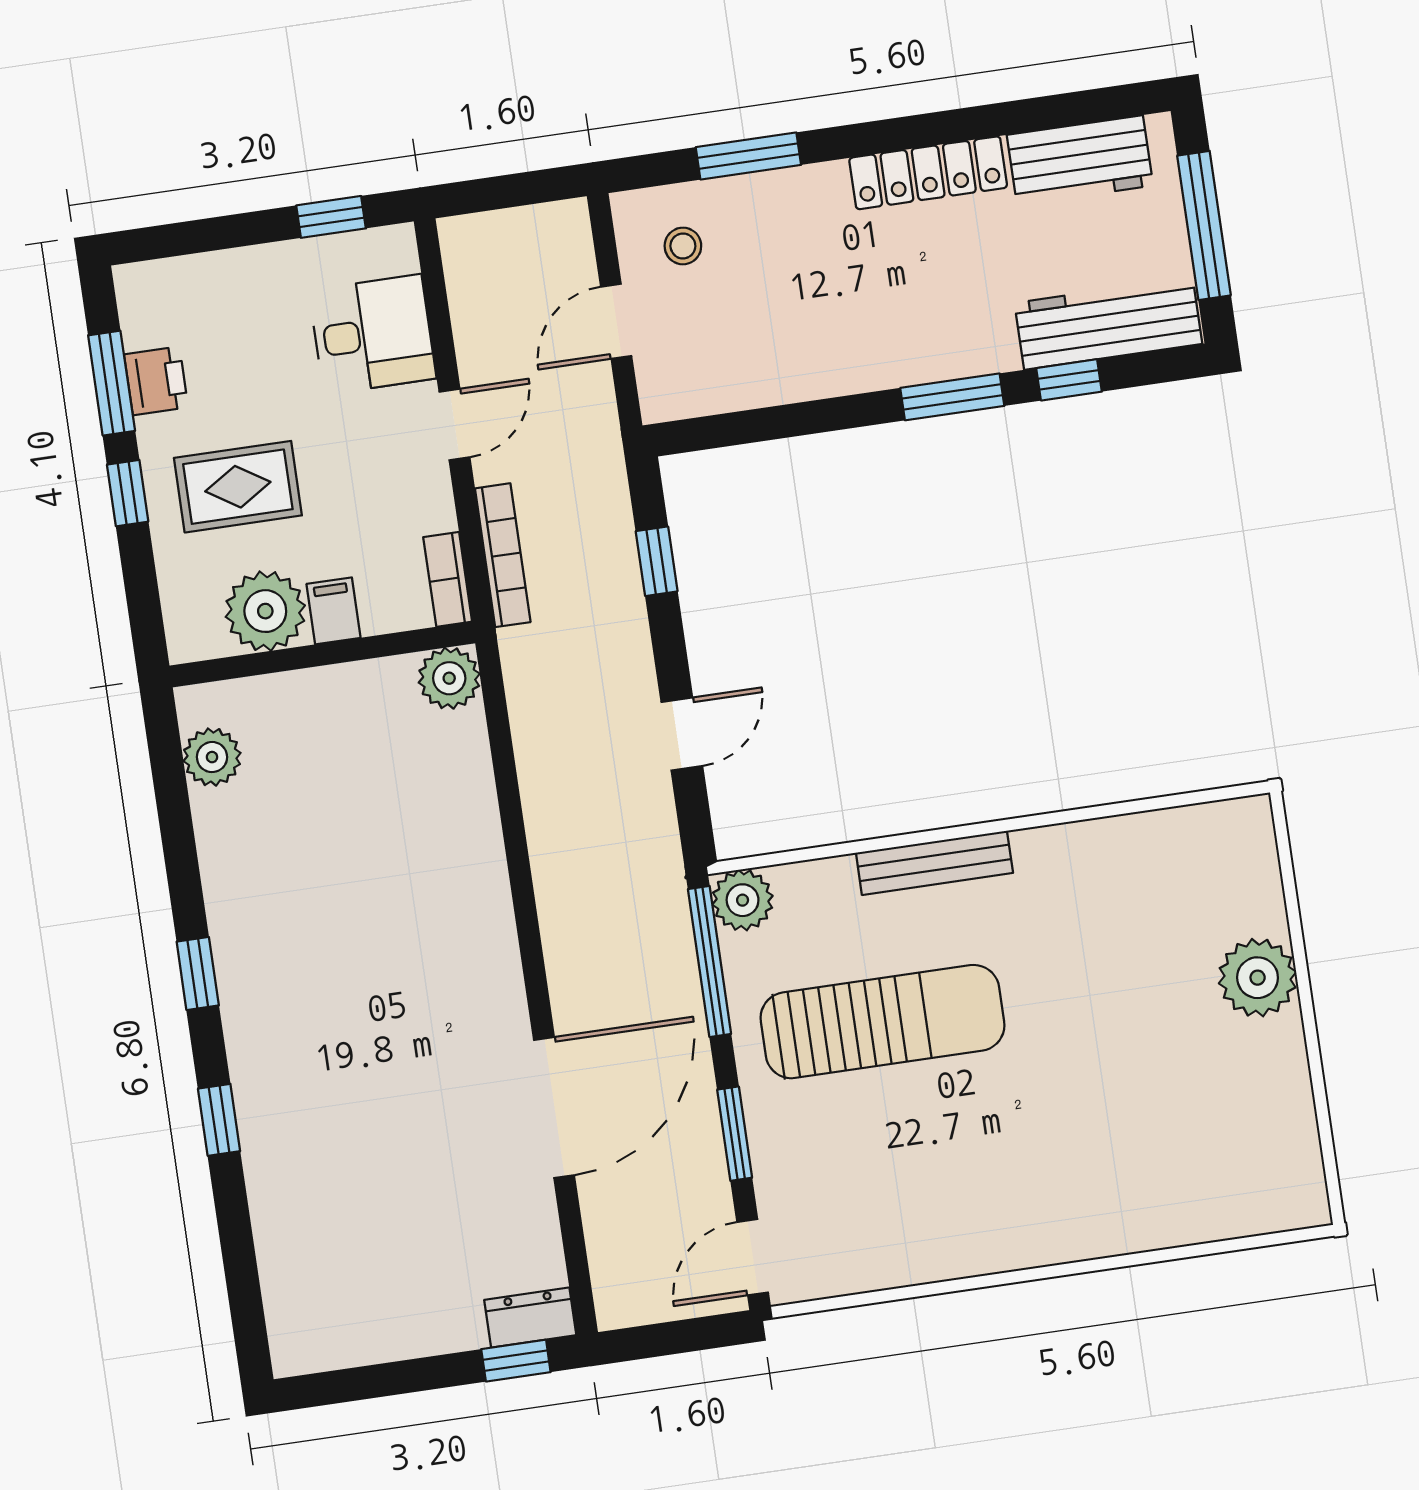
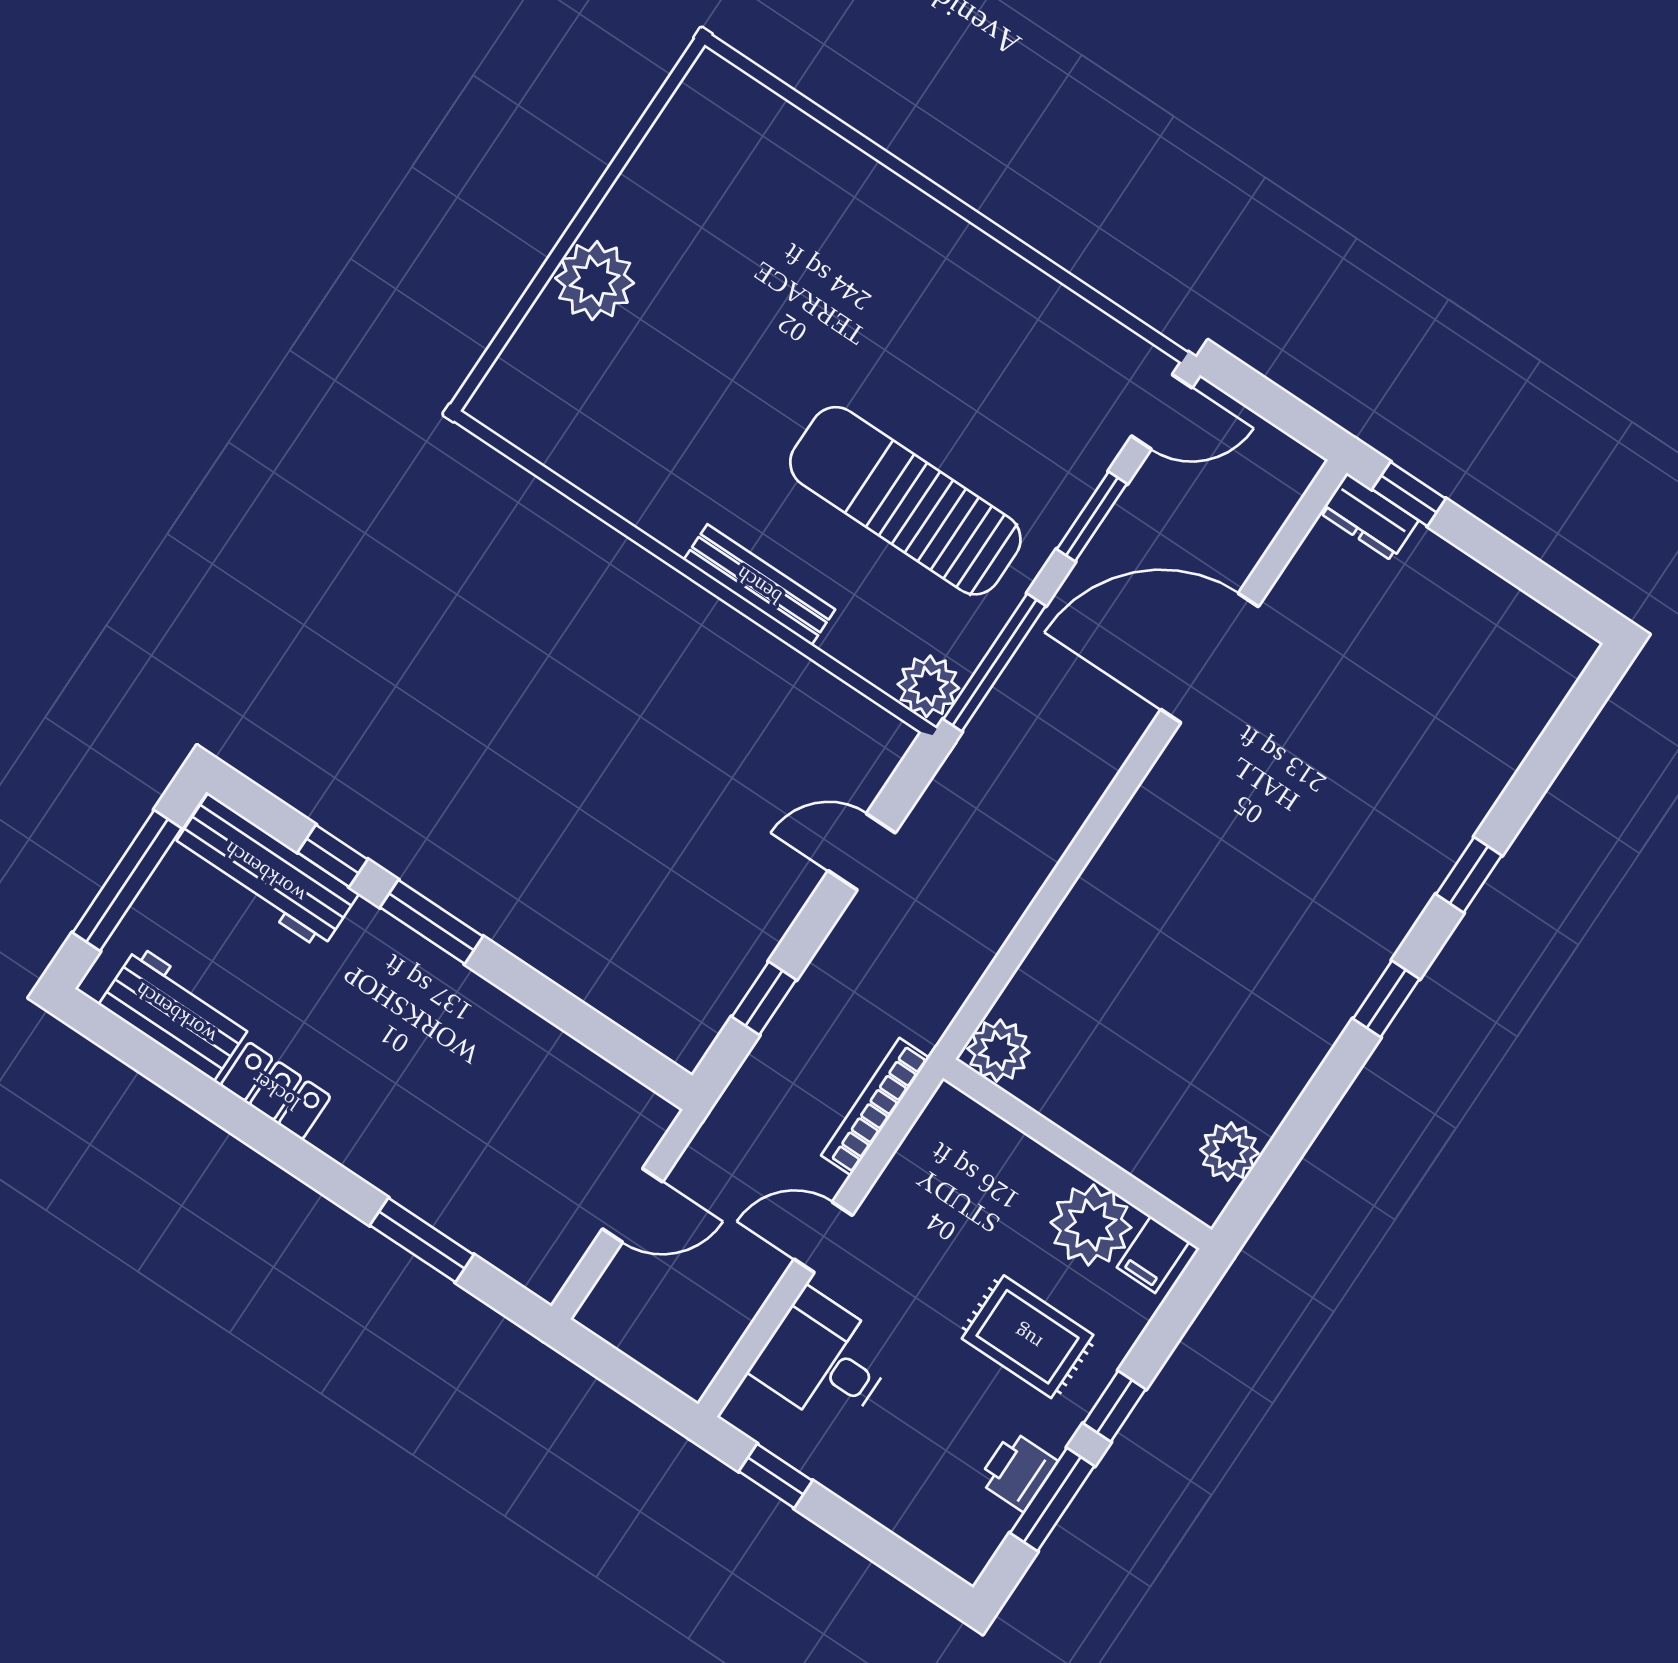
locker: (928, 173) -> (276, 1091), width x0.66
stool: (683, 246) -> (532, 1217), removed
bookcase: (448, 579) -> (933, 1126), removed
filing cabinet: (333, 611) -> (1153, 1255), moved

